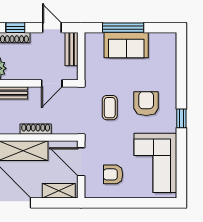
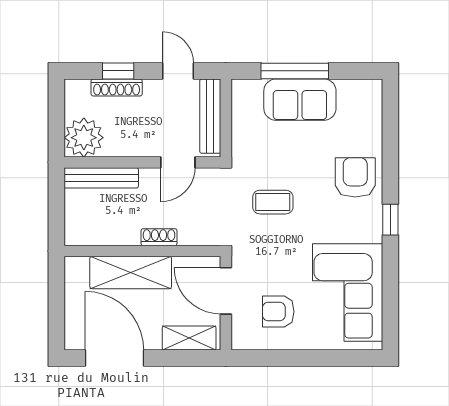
bench: (72, 49) -> (210, 116), width x1.36
armchair: (146, 104) -> (355, 177), moved
coffee table: (110, 108) -> (273, 202), turned 90
shoe rack: (36, 129) -> (159, 237), width x0.70

